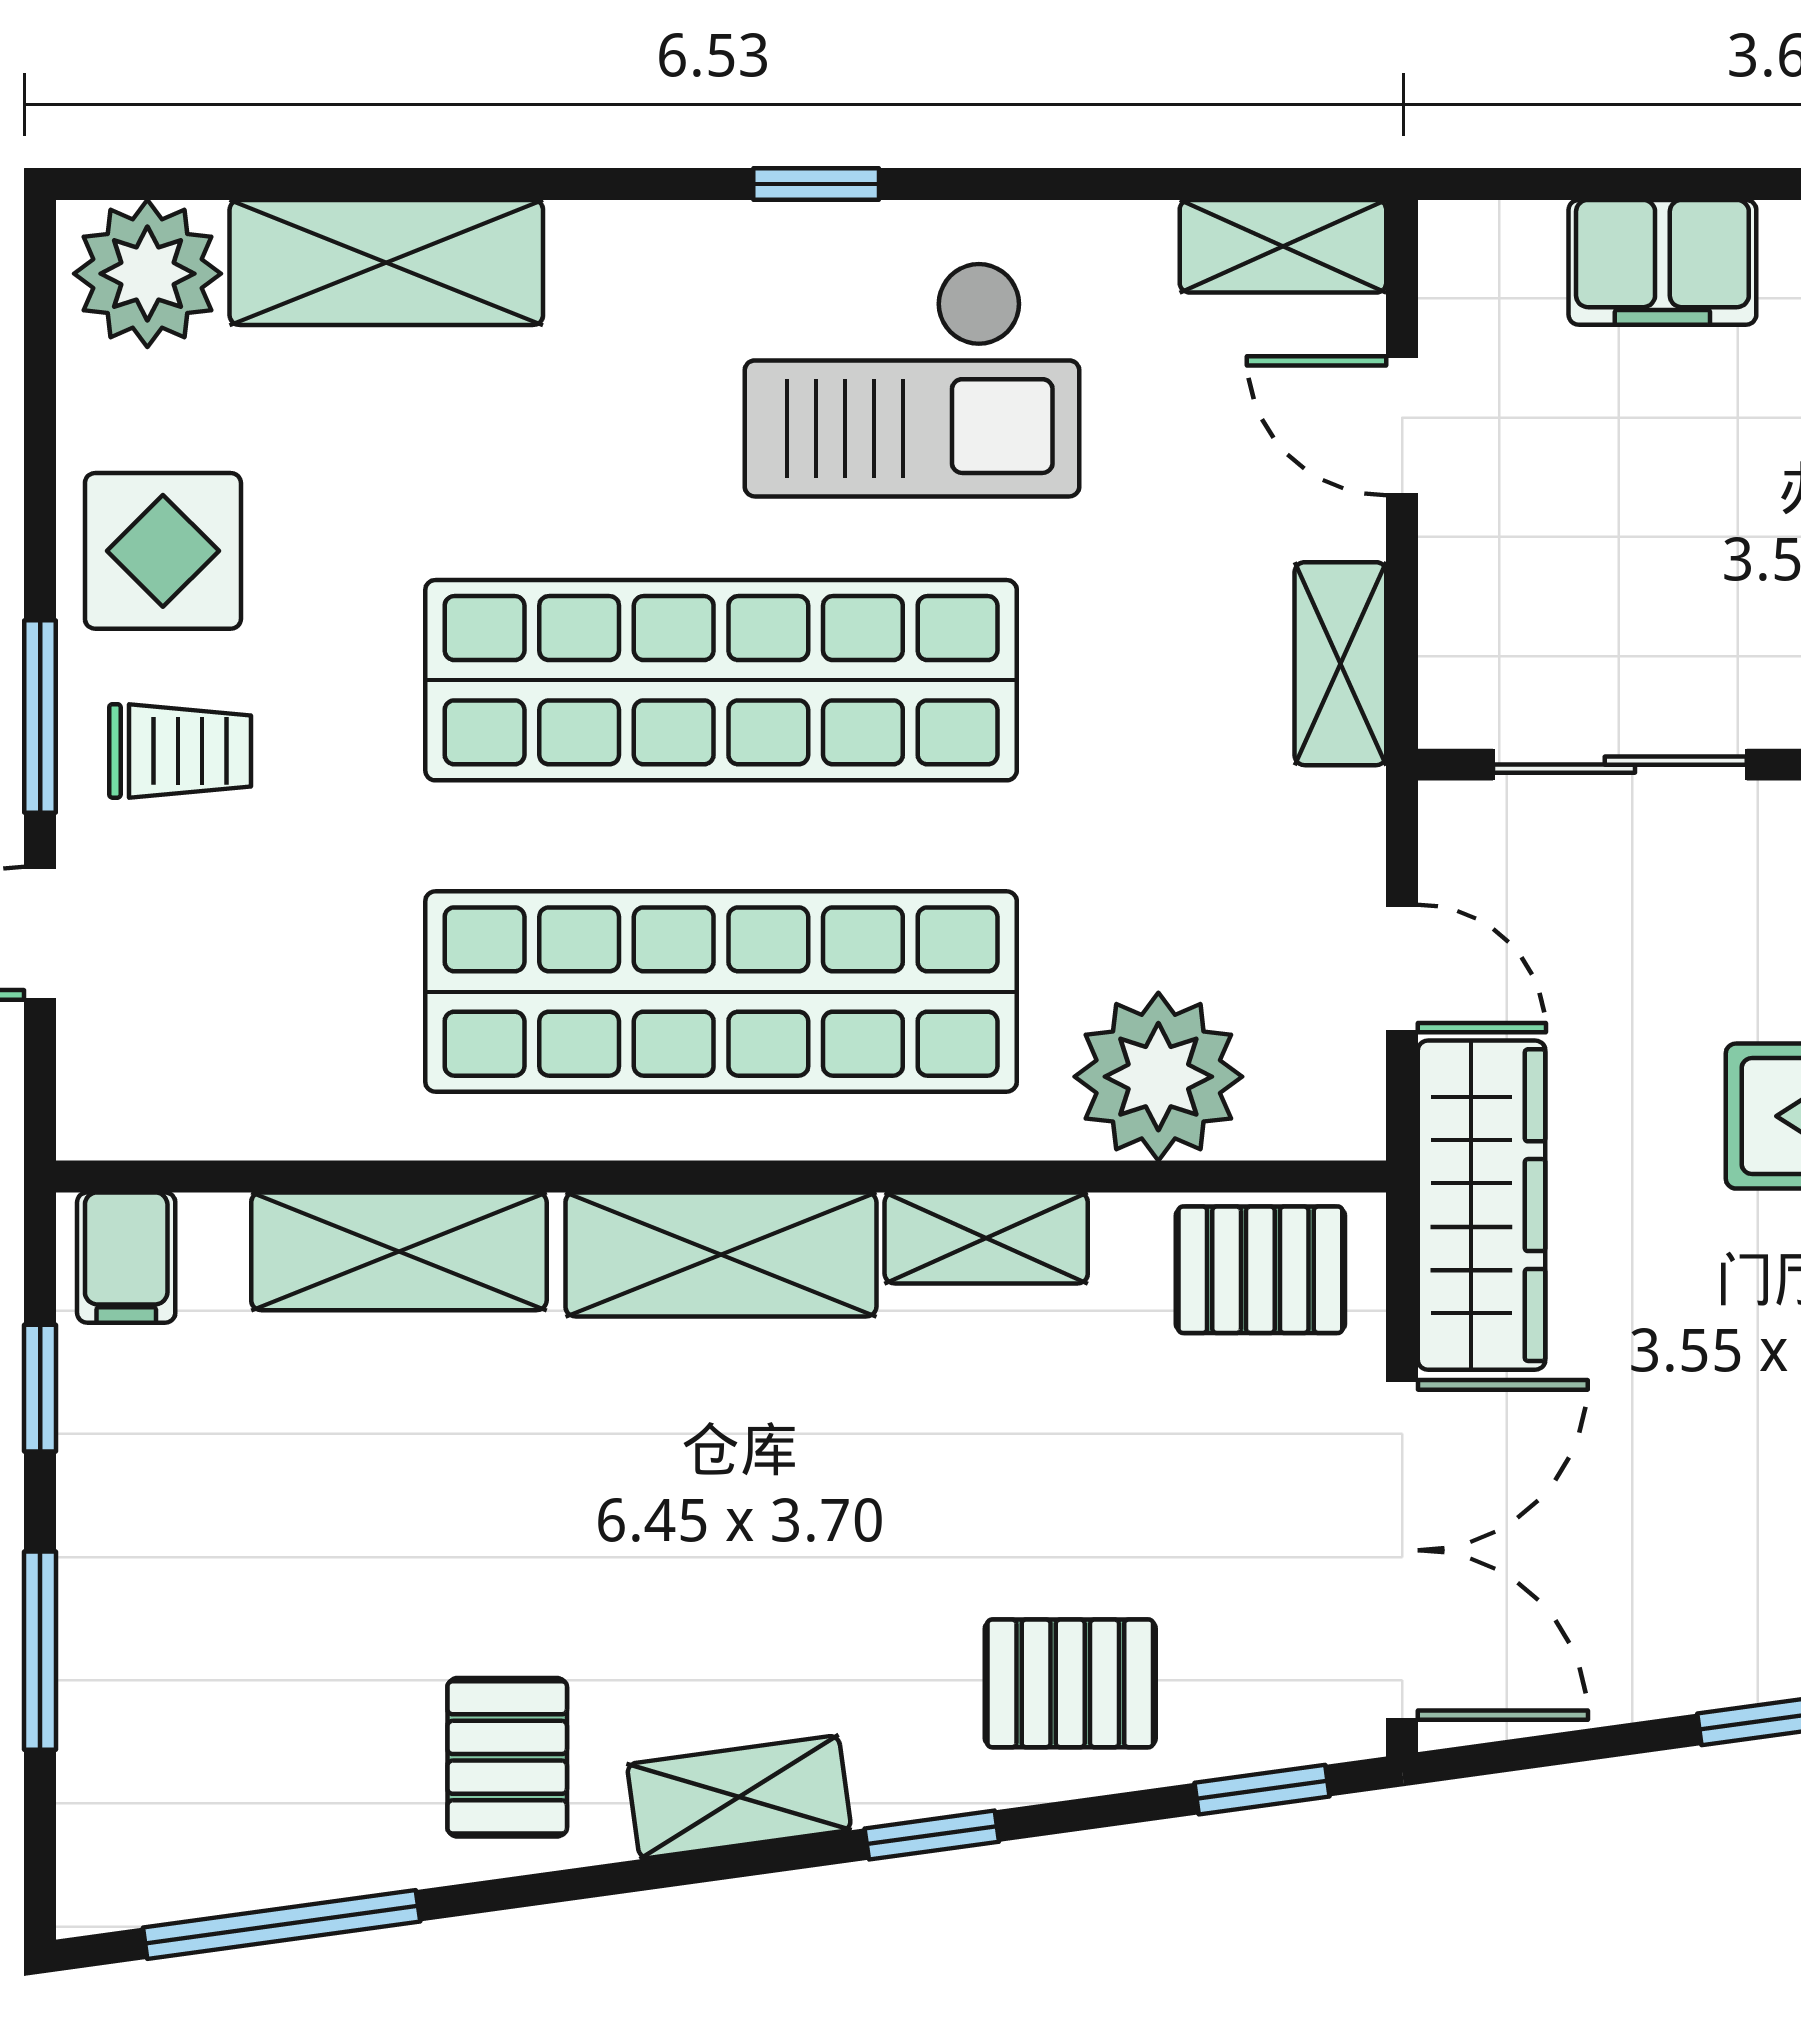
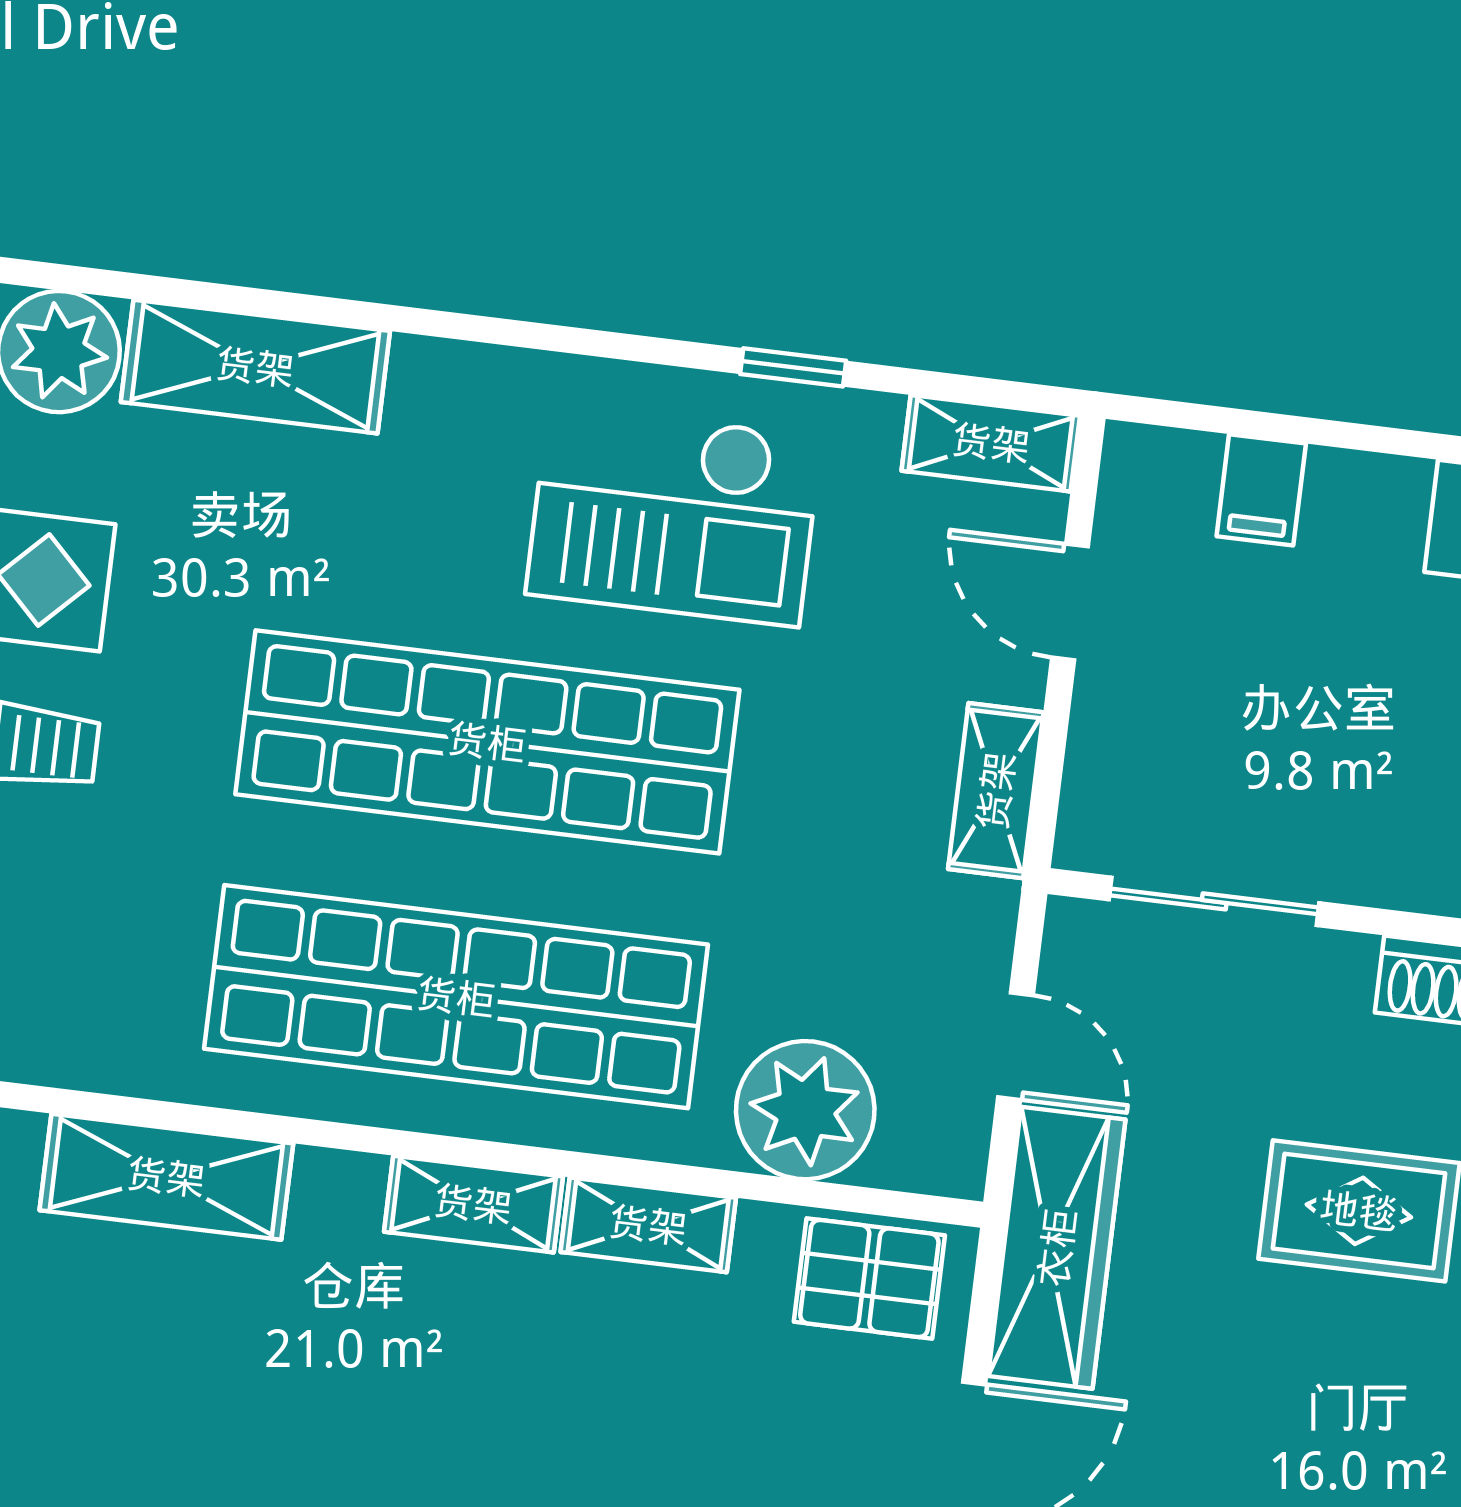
window: (816, 184) -> (793, 367), moved
filing cabinet: (1662, 262) -> (1261, 490), width x0.50
shelving: (721, 1254) -> (473, 1204), width x0.67, depth x0.75

